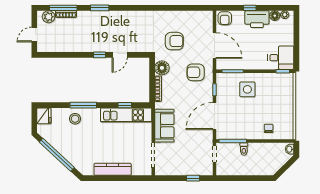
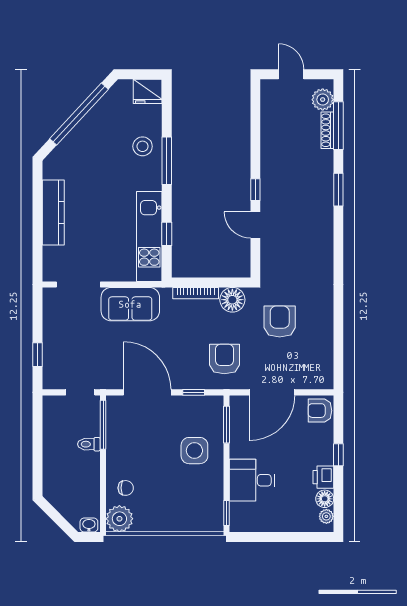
printer: (257, 19) -> (323, 477), width x0.53, depth x0.68
armchair: (174, 41) -> (280, 321), turned 180
desk: (281, 58) -> (252, 480), moved, turned 90
plant: (286, 132) -> (119, 519), added

